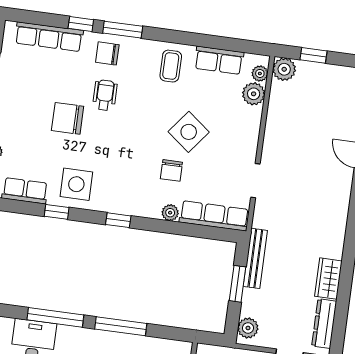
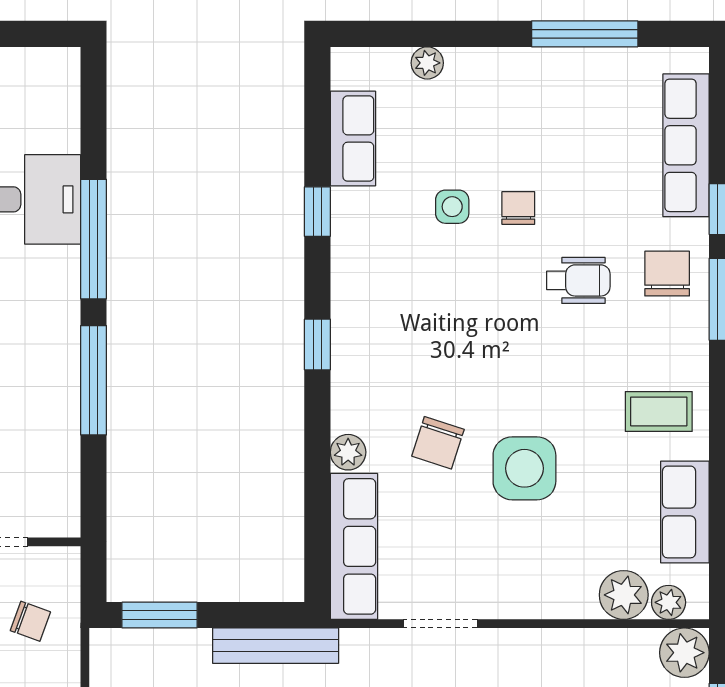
chair: (68, 118) -> (518, 208), width x0.54, depth x0.54
side table: (189, 132) -> (524, 468), turned -38
chair: (171, 170) -> (438, 443), turned -72
side table: (76, 184) -> (452, 207), moved, width x0.54, depth x0.54
window: (237, 284) -> (159, 615), moved
plant: (248, 328) -> (126, 650), removed

